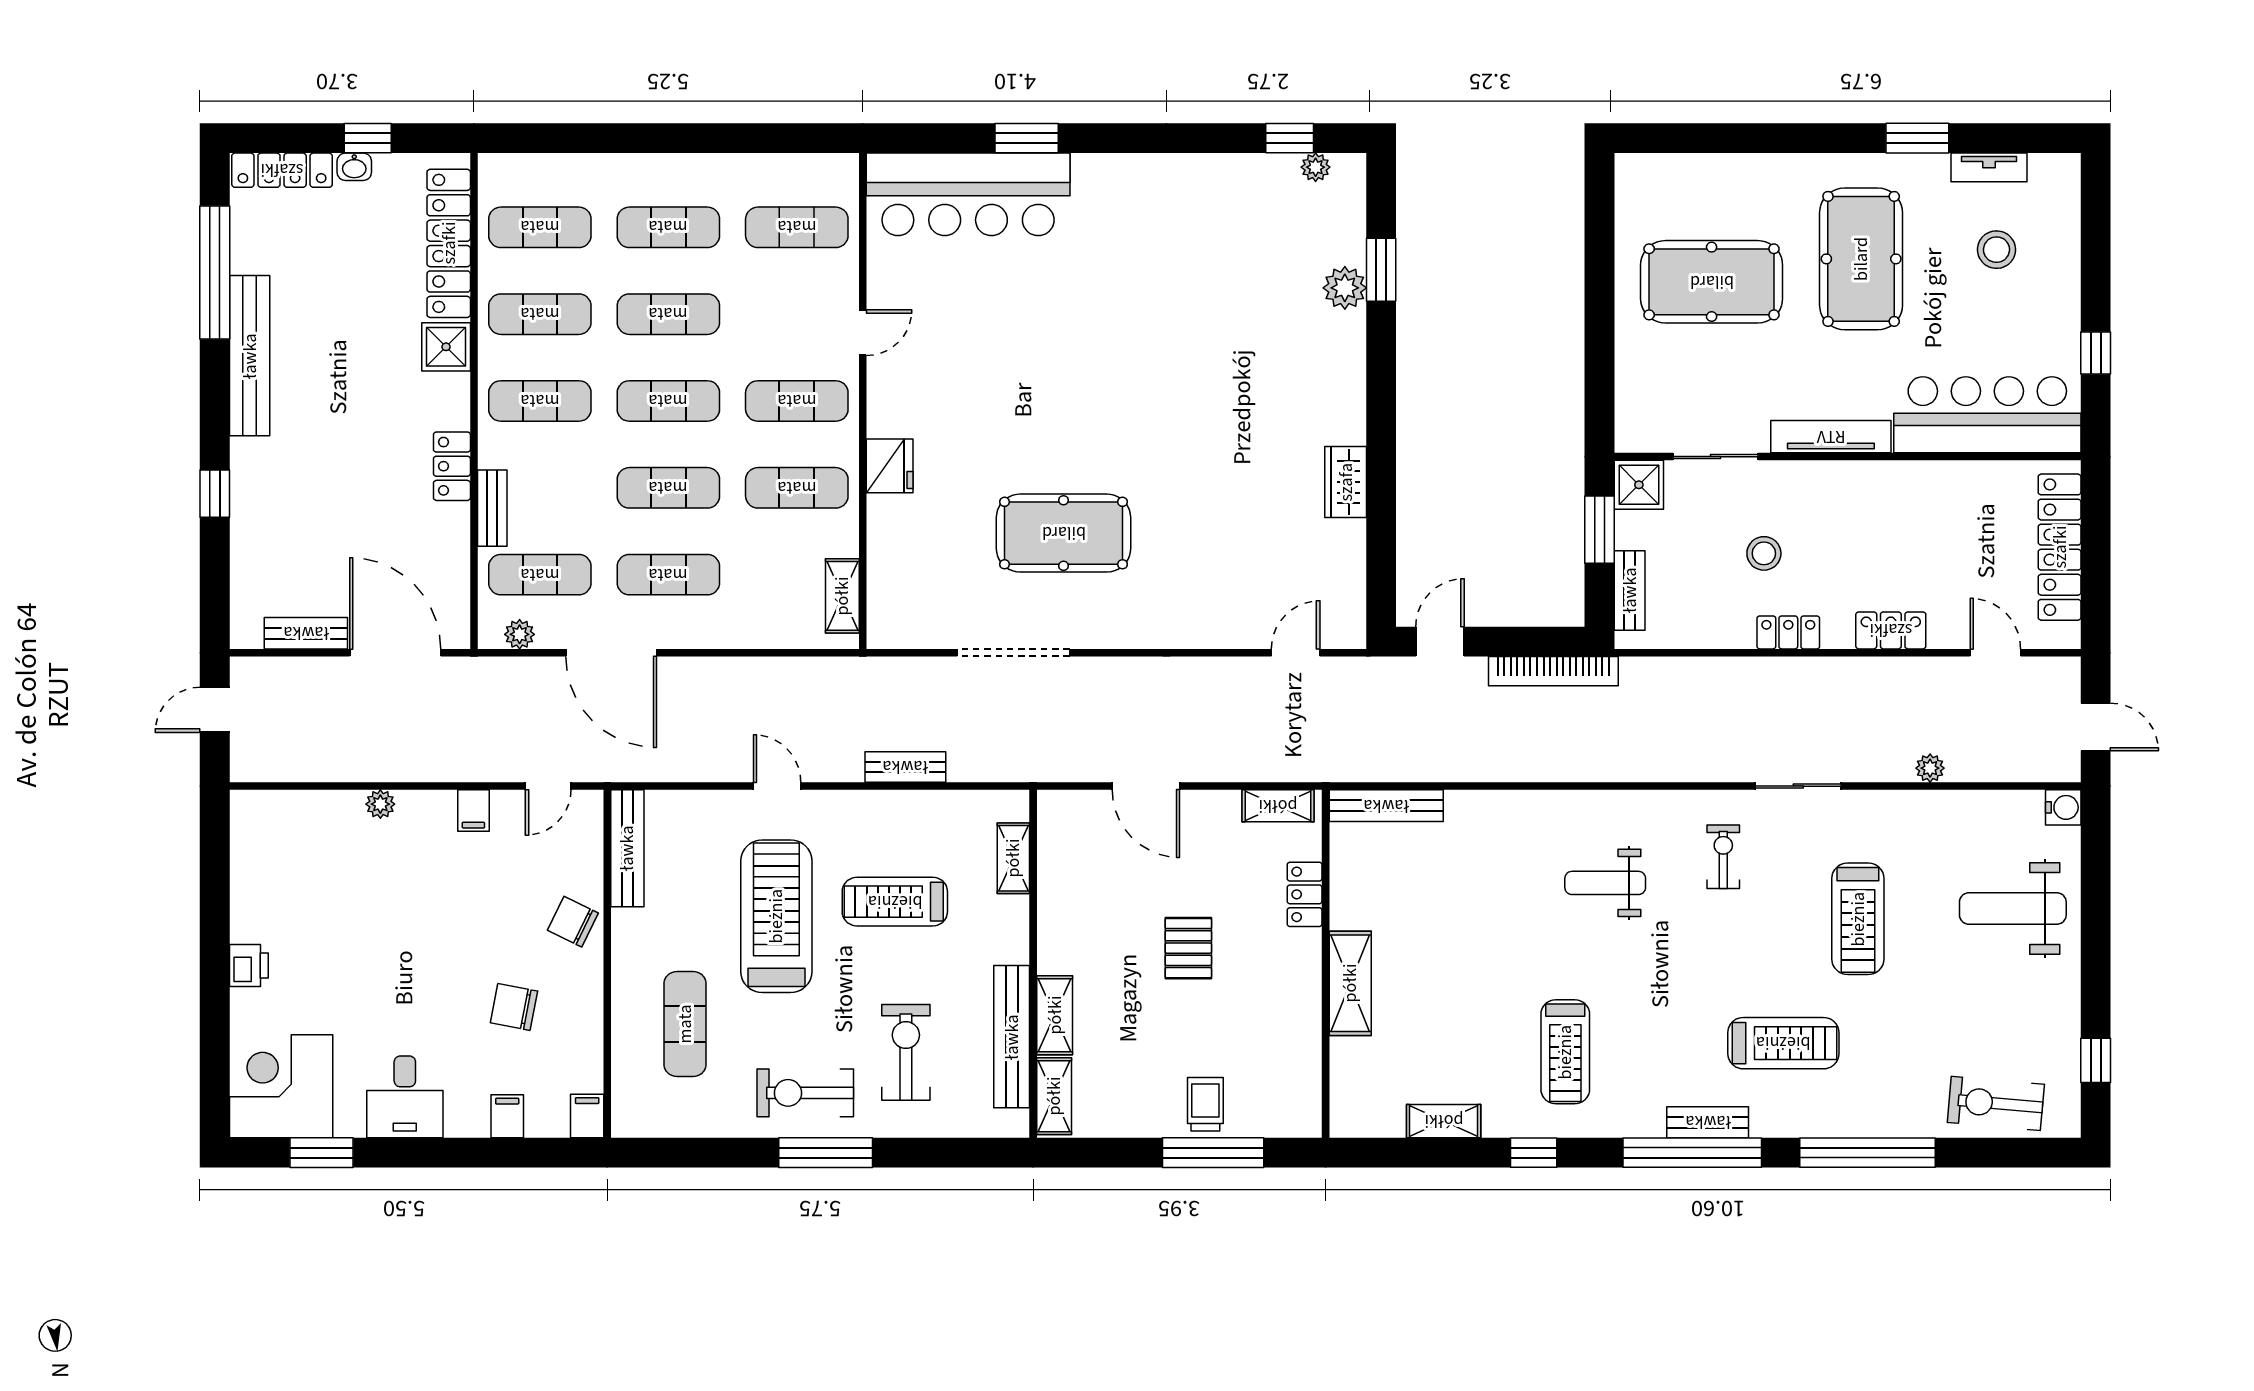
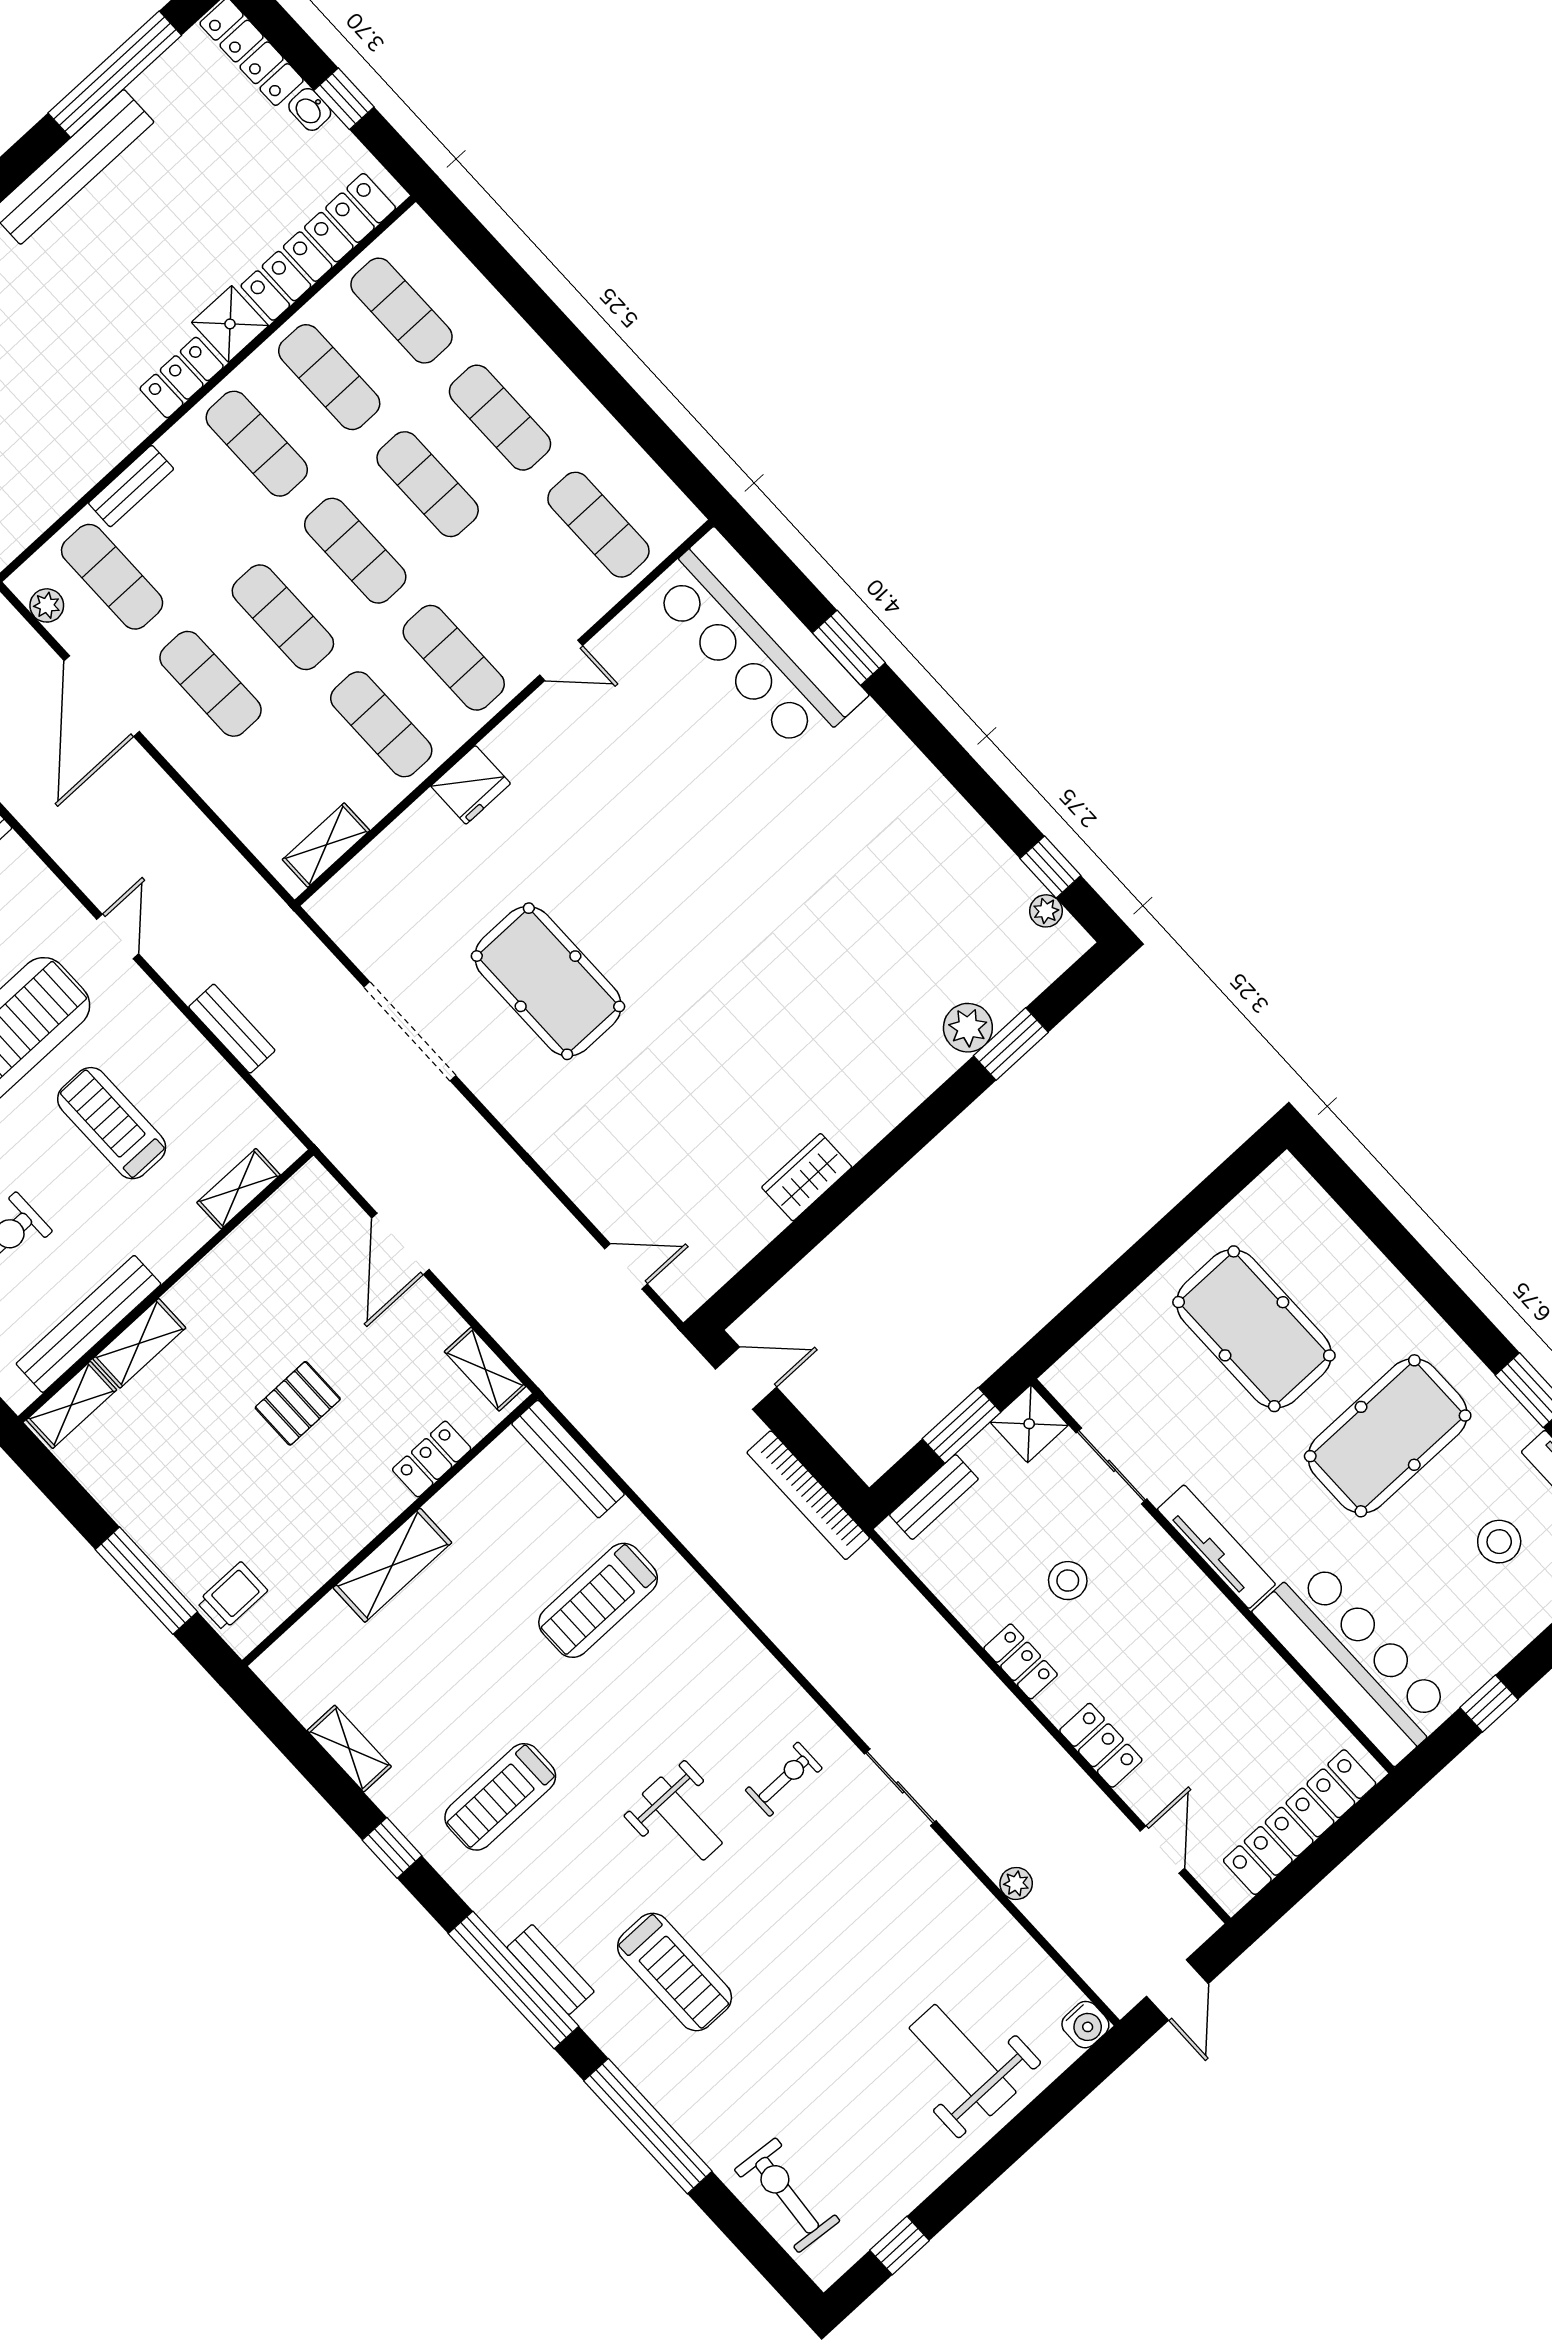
locker: (452, 466) -> (182, 377), moved
weight bench: (1605, 883) -> (682, 1819), moved, turned 180
treadmill: (1858, 919) -> (598, 1600), moved
trolley: (1205, 1104) -> (232, 1596), moved

